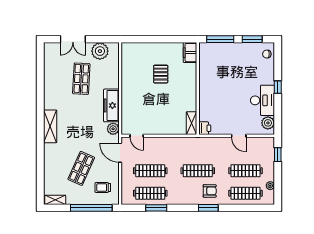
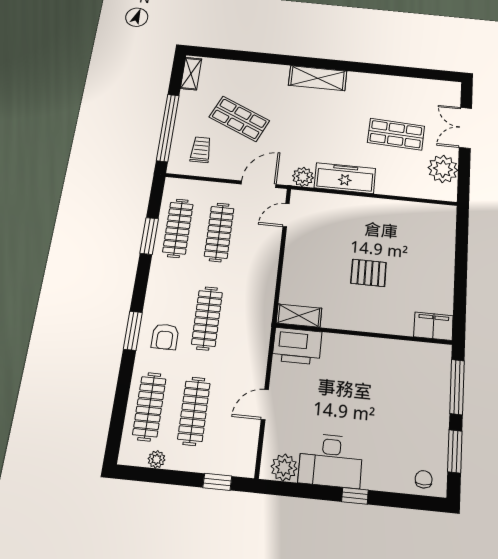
pallet: (161, 74) -> (368, 273), moved
printer: (205, 128) -> (297, 346), width x1.87, depth x1.48

